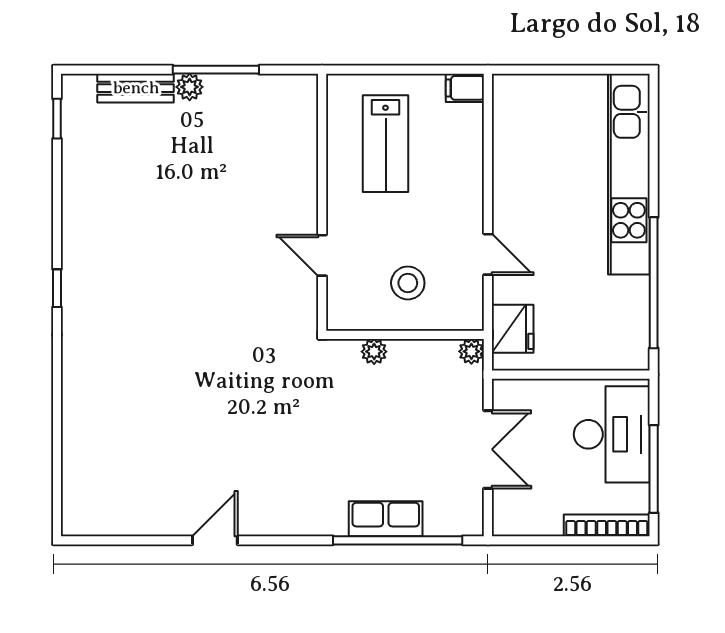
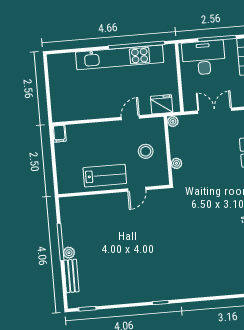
lab bench: (386, 144) -> (105, 176), moved
kitchen unit: (629, 174) -> (120, 57), moved

